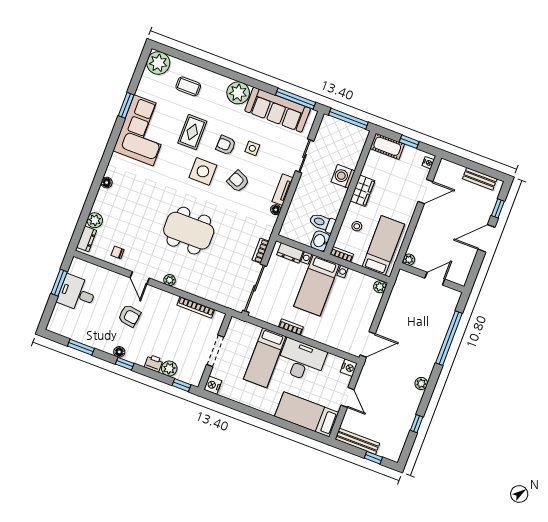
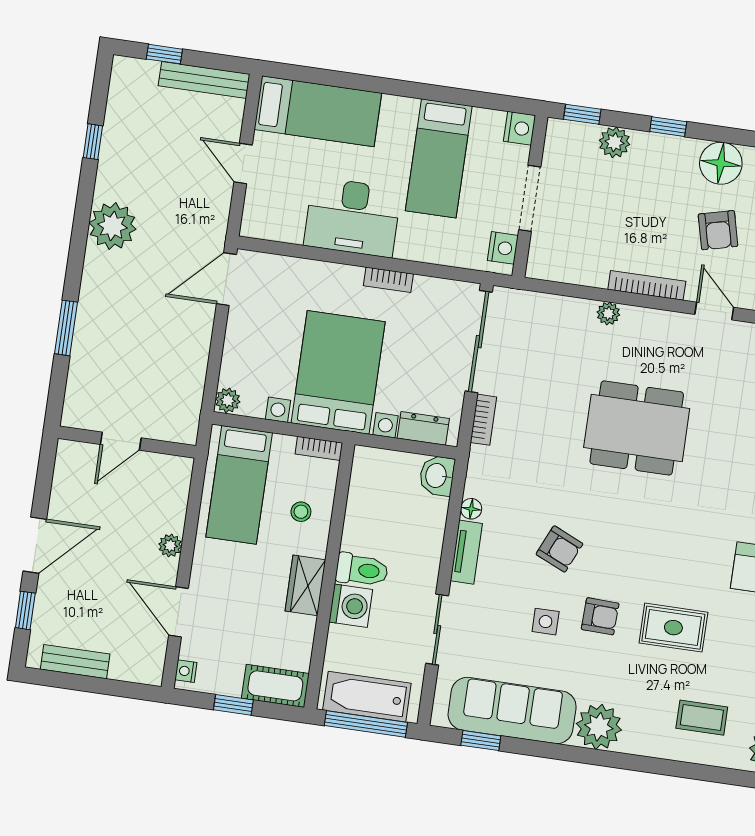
window: (296, 99) -> (481, 741), width x0.46
rug: (192, 132) -> (673, 628), turned 90
bathtub: (345, 132) -> (367, 697), added
side table: (203, 171) -> (635, 553), removed
door: (425, 192) -> (178, 612), hinge flipped
toilet: (322, 223) -> (362, 570), moved
washbasin: (320, 241) -> (437, 476), moved, turned 180
plant: (409, 260) -> (170, 545), moved
plant: (170, 280) -> (608, 314), moved
bed with nightstands: (317, 285) -> (338, 372), width x1.36
bookcase: (196, 307) -> (647, 285), moved
armchair: (129, 316) -> (718, 230), turned -112
window: (449, 338) -> (66, 328), width x0.47
floor lamp: (119, 352) -> (721, 163), width x1.89, depth x1.89
bed: (265, 358) -> (439, 158), moved, turned 180
printer: (154, 363) -> (648, 146), removed
window: (125, 364) -> (668, 127), moved
nightstand: (349, 368) -> (503, 248), moved, turned 180
plant: (421, 383) -> (112, 226), width x1.87, depth x1.87

